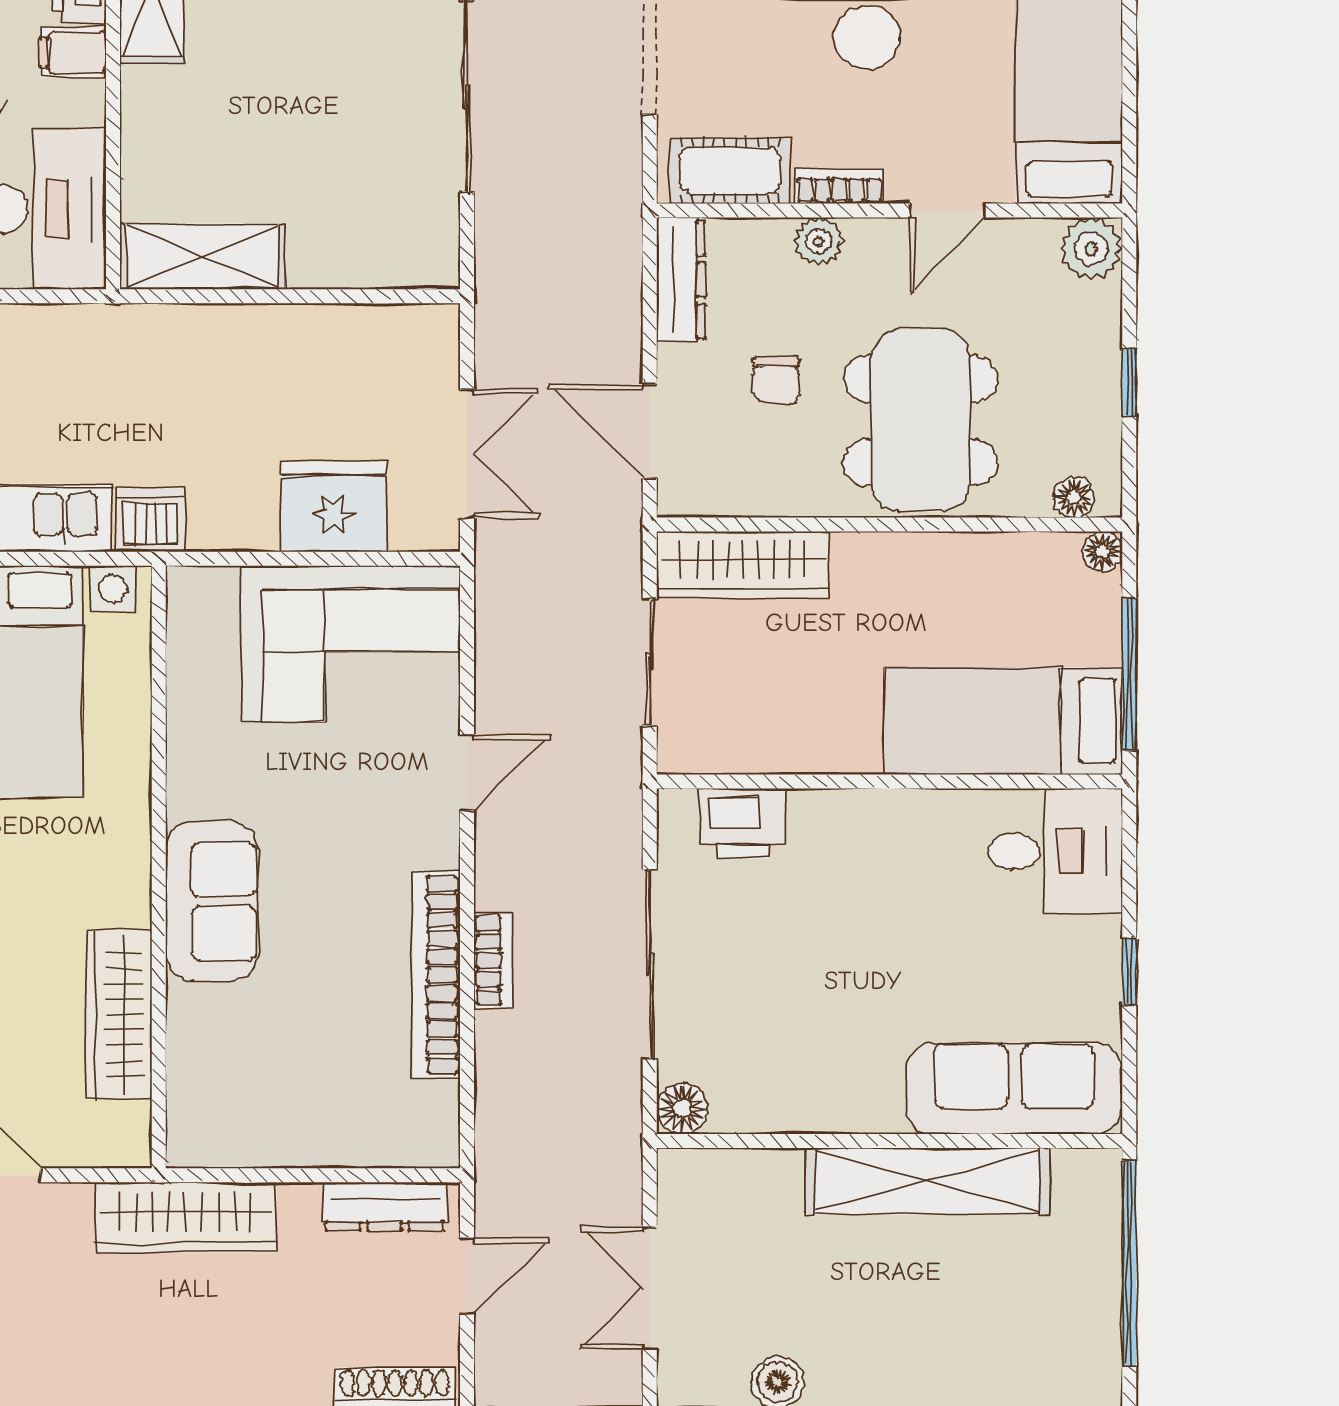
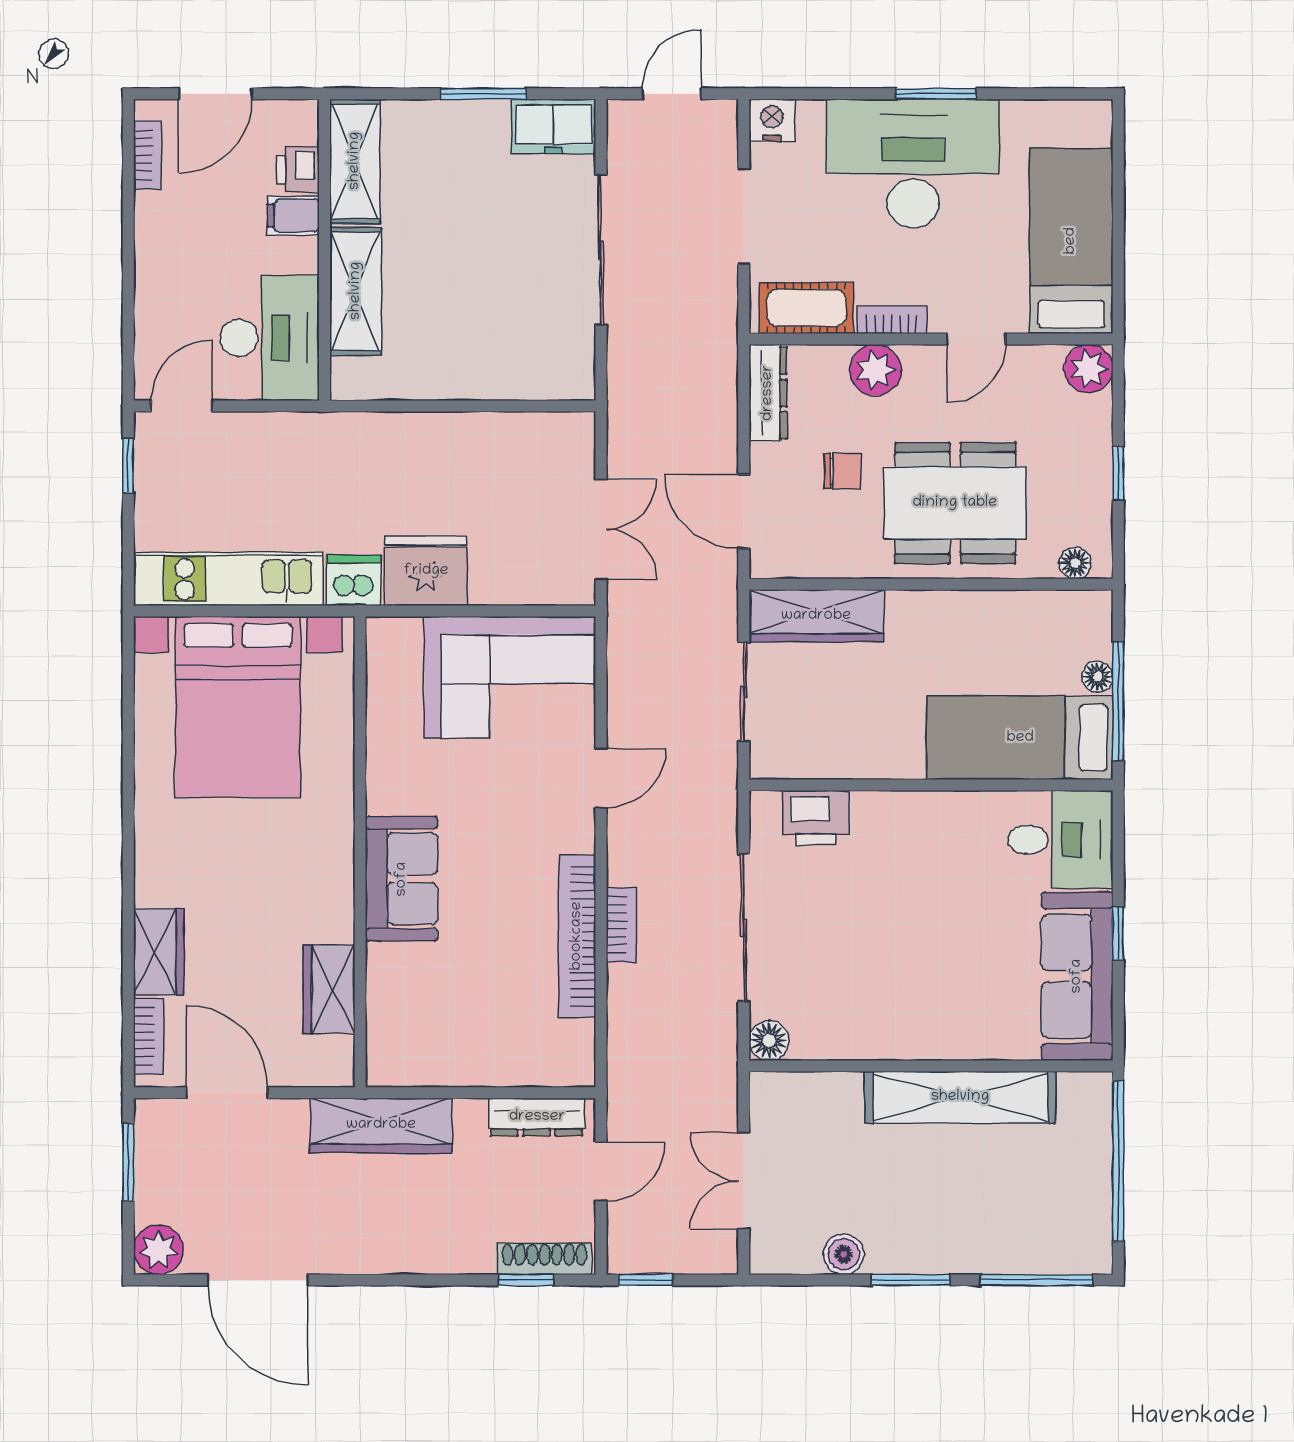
plant: (818, 241) -> (875, 370), width x1.38, depth x1.38
shelving: (202, 256) -> (356, 291), moved, turned 90
chair: (776, 380) -> (842, 471), turned -90
dining table: (921, 421) -> (955, 503), turned 90
fridge: (334, 507) -> (426, 571), moved
floor lamp: (1103, 551) -> (1097, 677), moved
wardrobe: (119, 1014) -> (329, 989), width x0.67
sofa: (1014, 1088) -> (1077, 976), moved, turned -90

